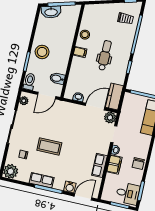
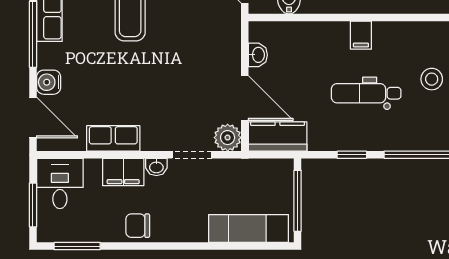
stool: (85, 35) -> (432, 79), moved
dental chair: (105, 55) -> (366, 93), turned 180
desk: (128, 194) -> (60, 183), moved, turned 180

